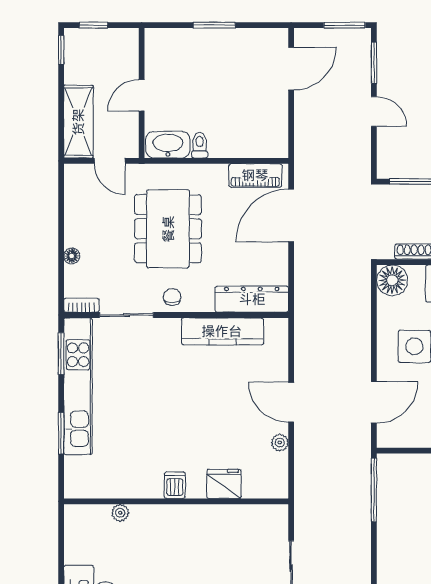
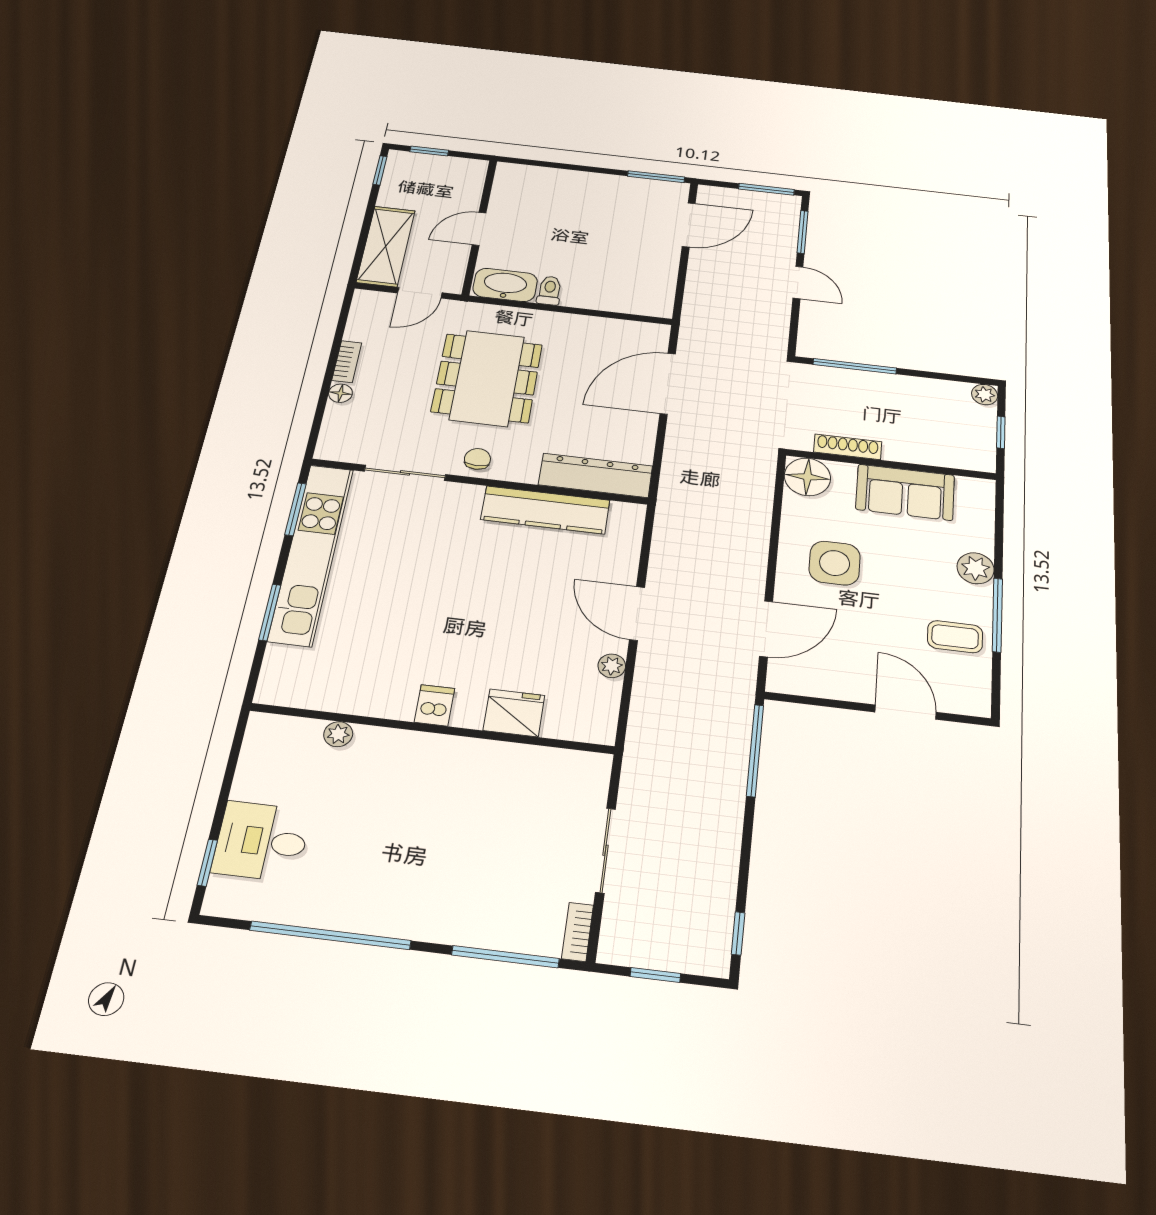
window: (214, 25) -> (656, 177), moved
door: (110, 161) -> (420, 293), hinge flipped
piano: (255, 175) -> (623, 333), removed
bookcase: (81, 305) -> (347, 362), moved, turned 90

